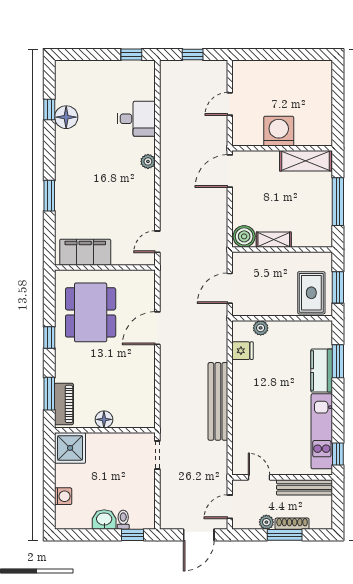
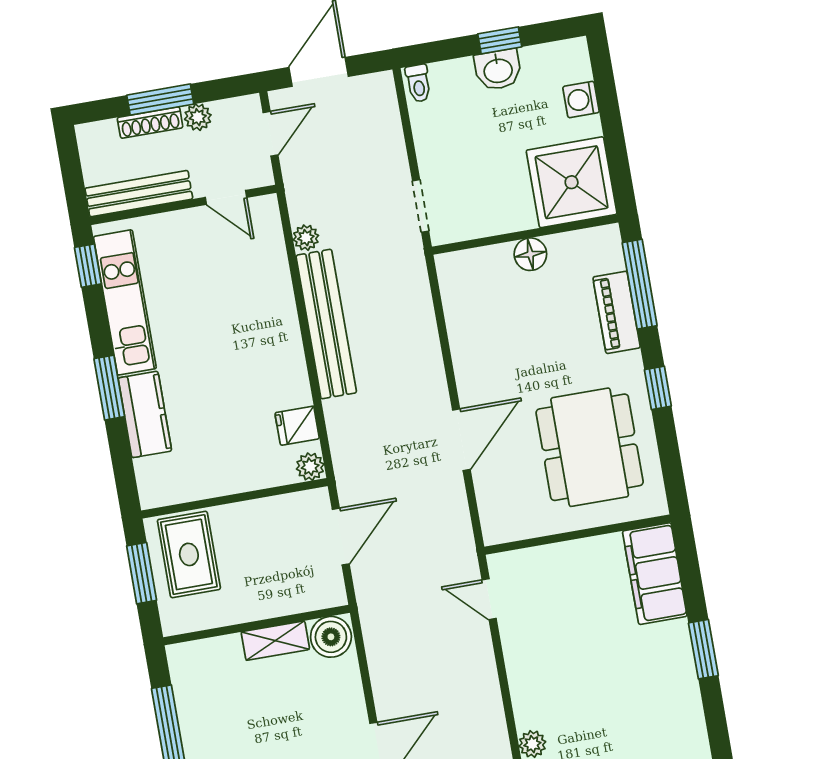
door: (157, 242) -> (489, 599), swing flipped
filing cabinet: (85, 252) -> (655, 574), moved, turned 90
plant: (261, 328) -> (310, 467), moved
window: (338, 361) -> (109, 388), moved
window: (49, 394) -> (640, 284), width x1.44
piano: (64, 404) -> (617, 312), moved
shower: (70, 448) -> (572, 182), width x1.37, depth x1.37
plant: (221, 449) -> (306, 238), added
toilet: (123, 520) -> (418, 83), moved
window: (133, 535) -> (500, 40), moved

